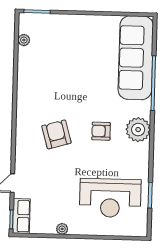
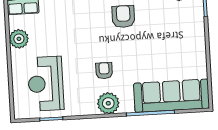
armchair: (56, 134) -> (123, 16), moved, turned -74
plant: (62, 229) -> (19, 39), width x1.87, depth x1.87

